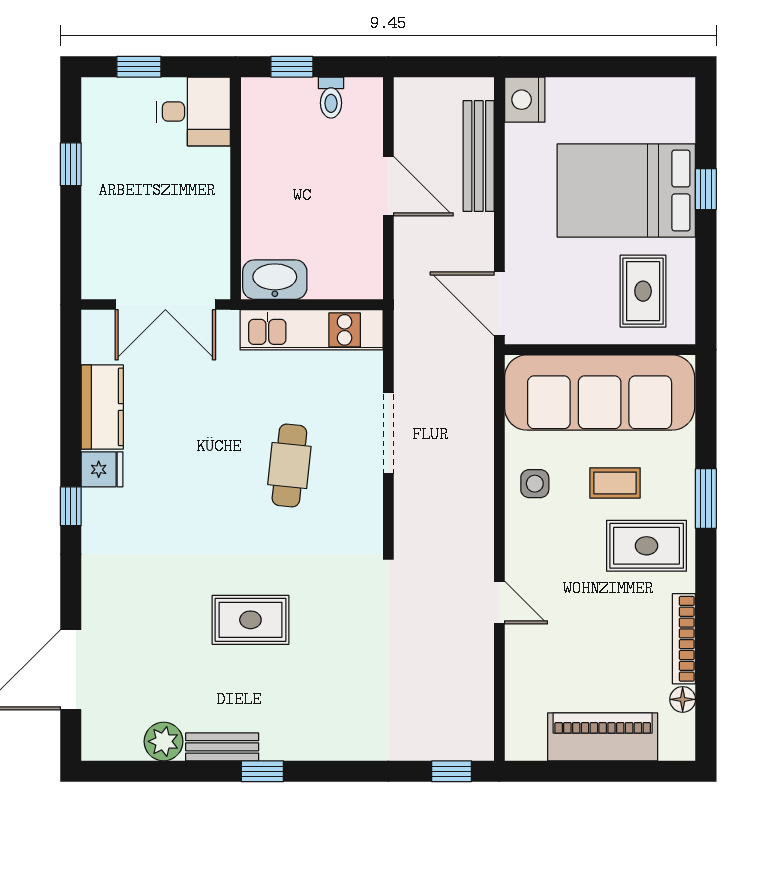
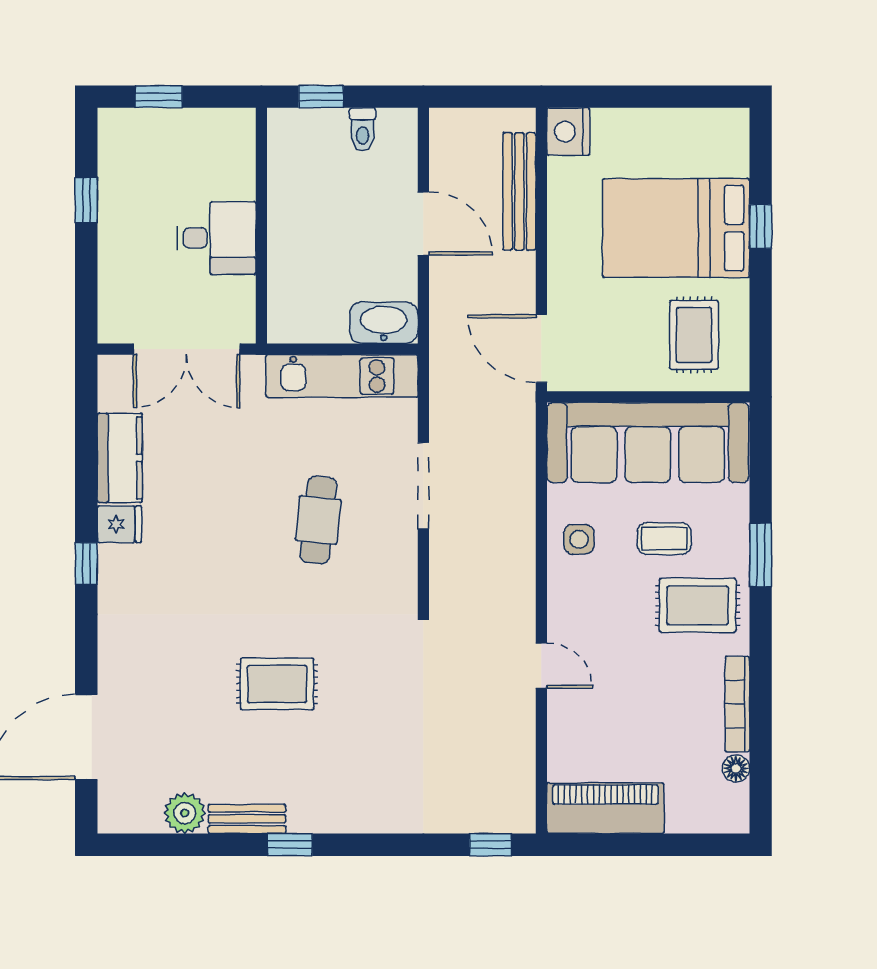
desk: (193, 112) -> (216, 238), moved
washbasin: (275, 280) -> (384, 323), moved
piano: (603, 737) -> (605, 808), moved

